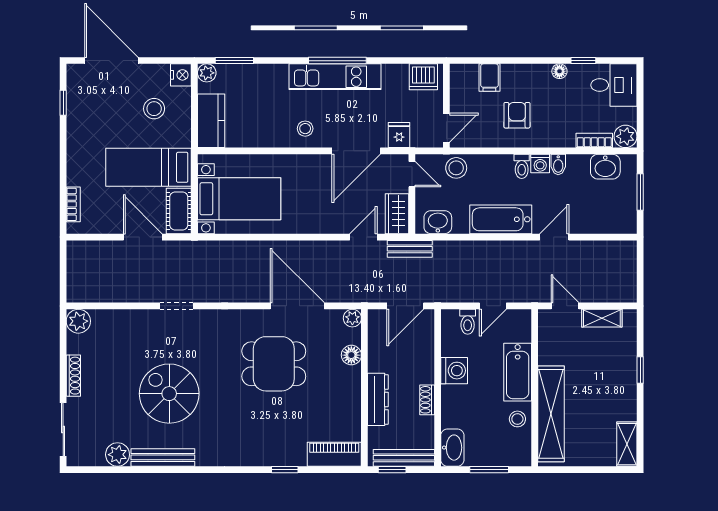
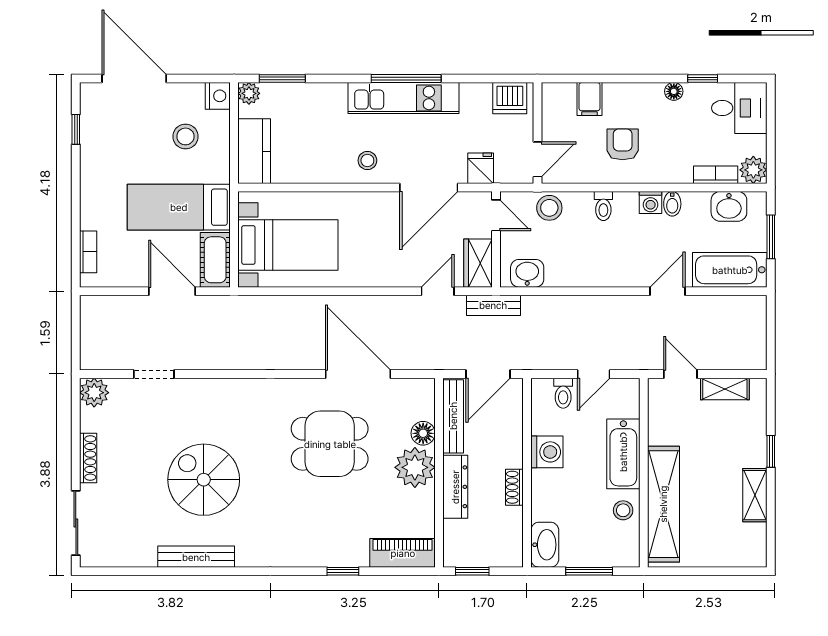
toilet: (522, 166) -> (603, 206), moved
bathtub: (501, 219) -> (730, 270), moved
doorway: (177, 306) -> (154, 374), moved
plant: (352, 318) -> (415, 467), moved, width x1.88, depth x1.88
shelving: (627, 444) -> (755, 495), moved
plant: (118, 455) -> (141, 553), removed
bench: (404, 458) -> (453, 416), moved, turned 90

